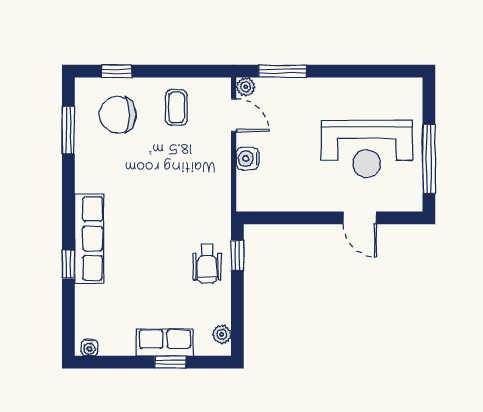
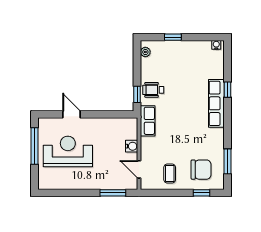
plant: (246, 87) -> (133, 185), removed
wheelchair: (207, 264) -> (153, 90), turned -90
row of seats: (165, 342) -> (148, 121), moved, turned -90

